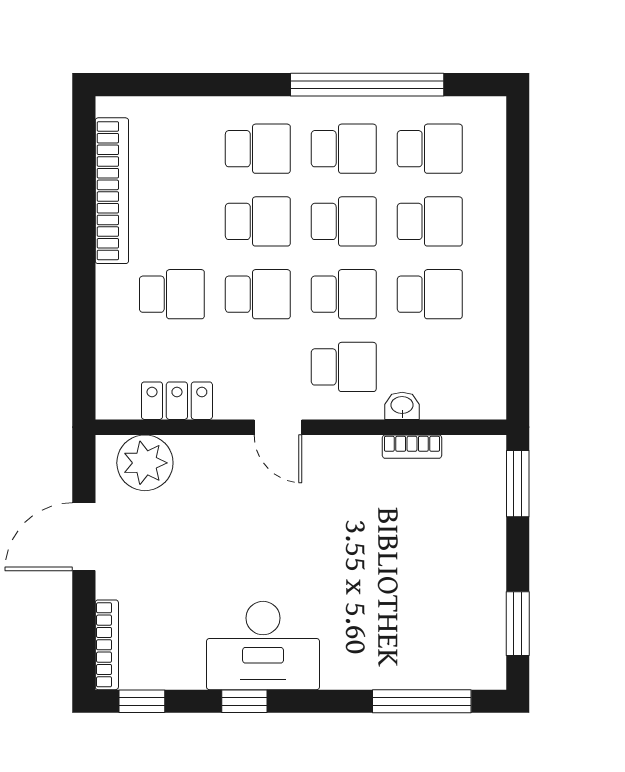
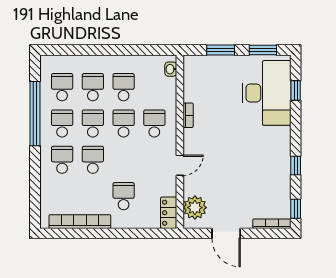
school desk: (258, 294) -> (124, 160), removed
locker: (177, 401) -> (169, 213), moved
washbasin: (402, 406) -> (171, 69), moved
door: (278, 427) -> (180, 165), moved
bookcase: (412, 447) -> (188, 115), moved
window: (518, 484) -> (221, 50), moved
desk: (263, 646) -> (266, 93), moved, width x1.36, depth x1.30
window: (422, 701) -> (296, 91), width x0.46

